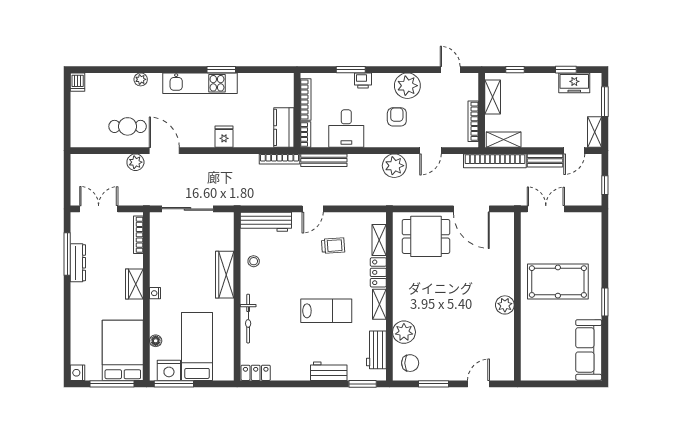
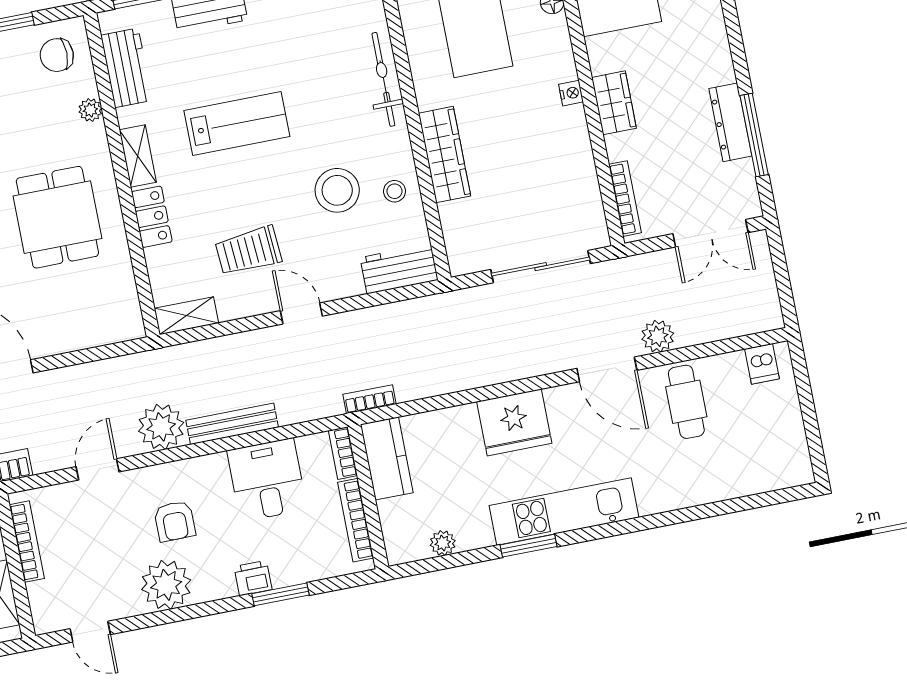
plant: (141, 79) -> (443, 543), moved
dishwasher: (78, 82) -> (762, 364), moved, turned 180
cafe table: (128, 126) -> (686, 402), turned 90
fridge: (224, 137) -> (514, 422), width x1.88, depth x1.34
bookcase: (279, 159) -> (369, 399), width x0.64
bench: (324, 160) -> (232, 424), moved
door: (313, 209) -> (301, 313), hinge flipped
workbench: (266, 222) -> (399, 269), width x0.73
dining table: (426, 236) -> (57, 217), moved, turned 90
shelving: (379, 240) -> (186, 316), moved, turned 90
trolley: (333, 246) -> (248, 251), width x1.36, depth x1.39
stool: (282, 267) -> (337, 190), added
lab bench: (326, 311) -> (237, 124), turned 180
plant: (404, 332) -> (90, 110), width x0.53, depth x0.53

